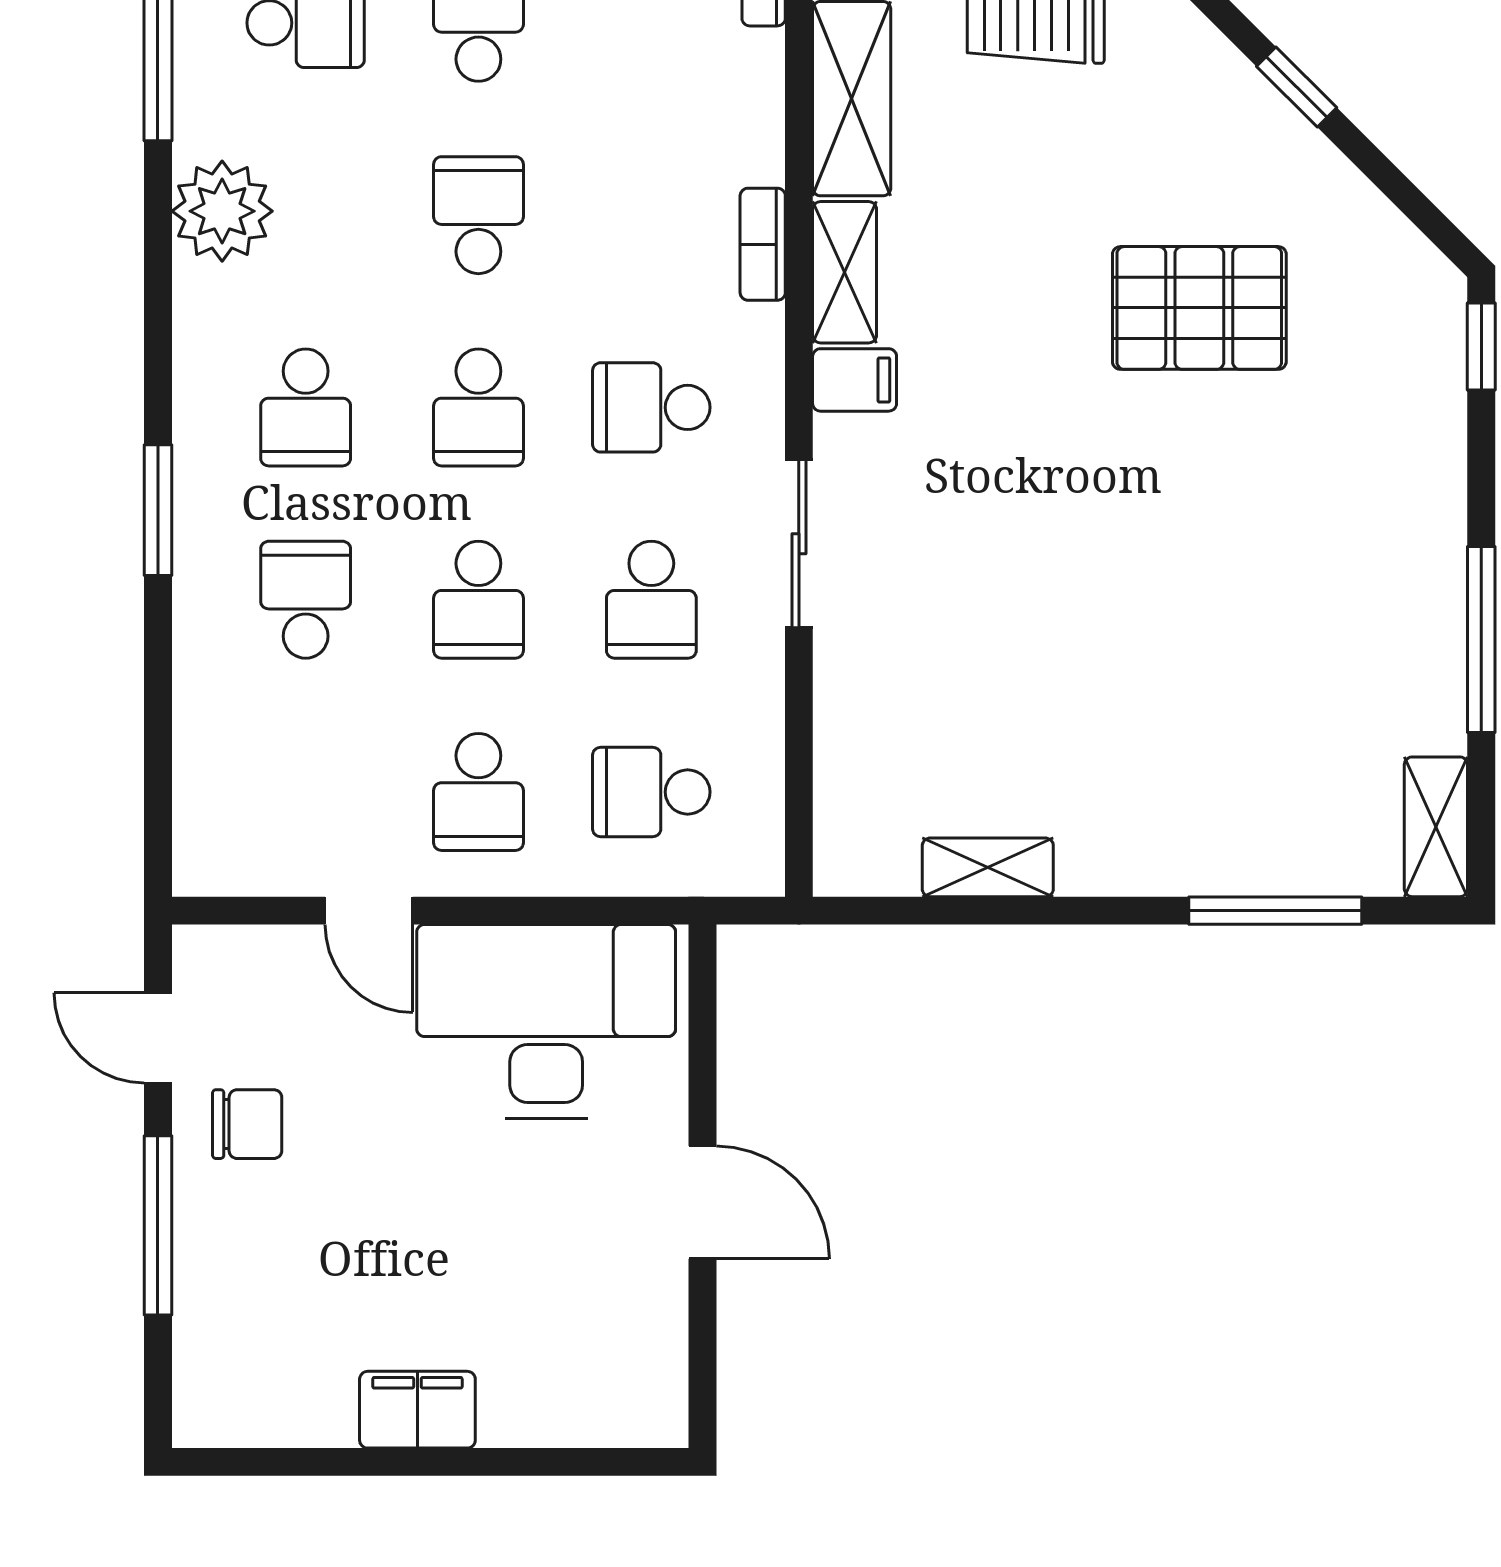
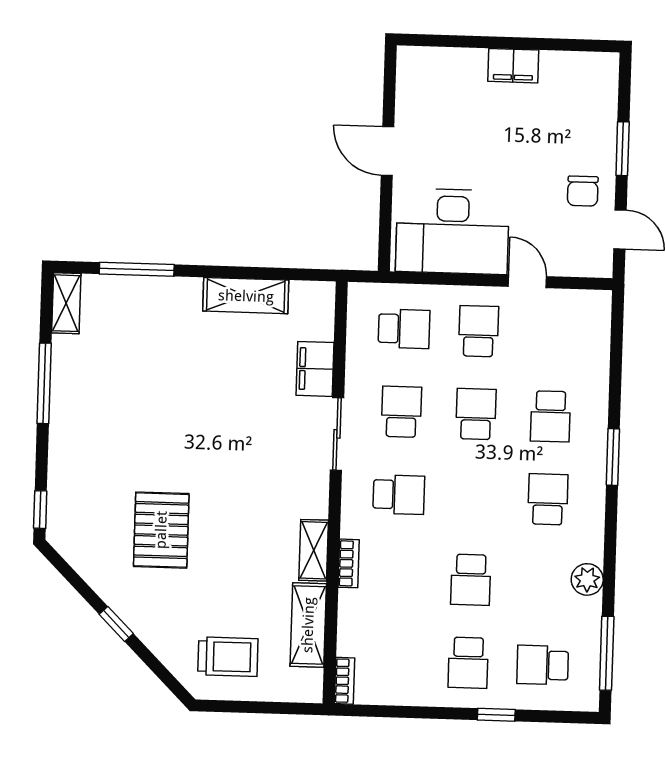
plant: (222, 211) -> (587, 579), width x0.73, depth x0.73
pallet: (1199, 308) -> (161, 530), turned 90
filing cabinet: (855, 380) -> (315, 369), moved, width x2.00
school desk: (478, 407) -> (473, 497), removed
shelving: (988, 867) -> (246, 296), width x1.50, depth x1.33
chair: (247, 1124) -> (583, 191), turned -90
window: (158, 1225) -> (623, 149), width x0.69

